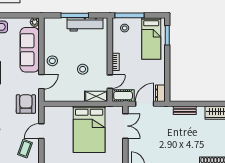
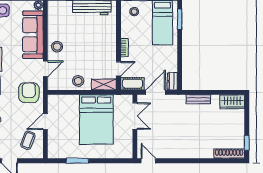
stool: (83, 69) -> (78, 81), moved

